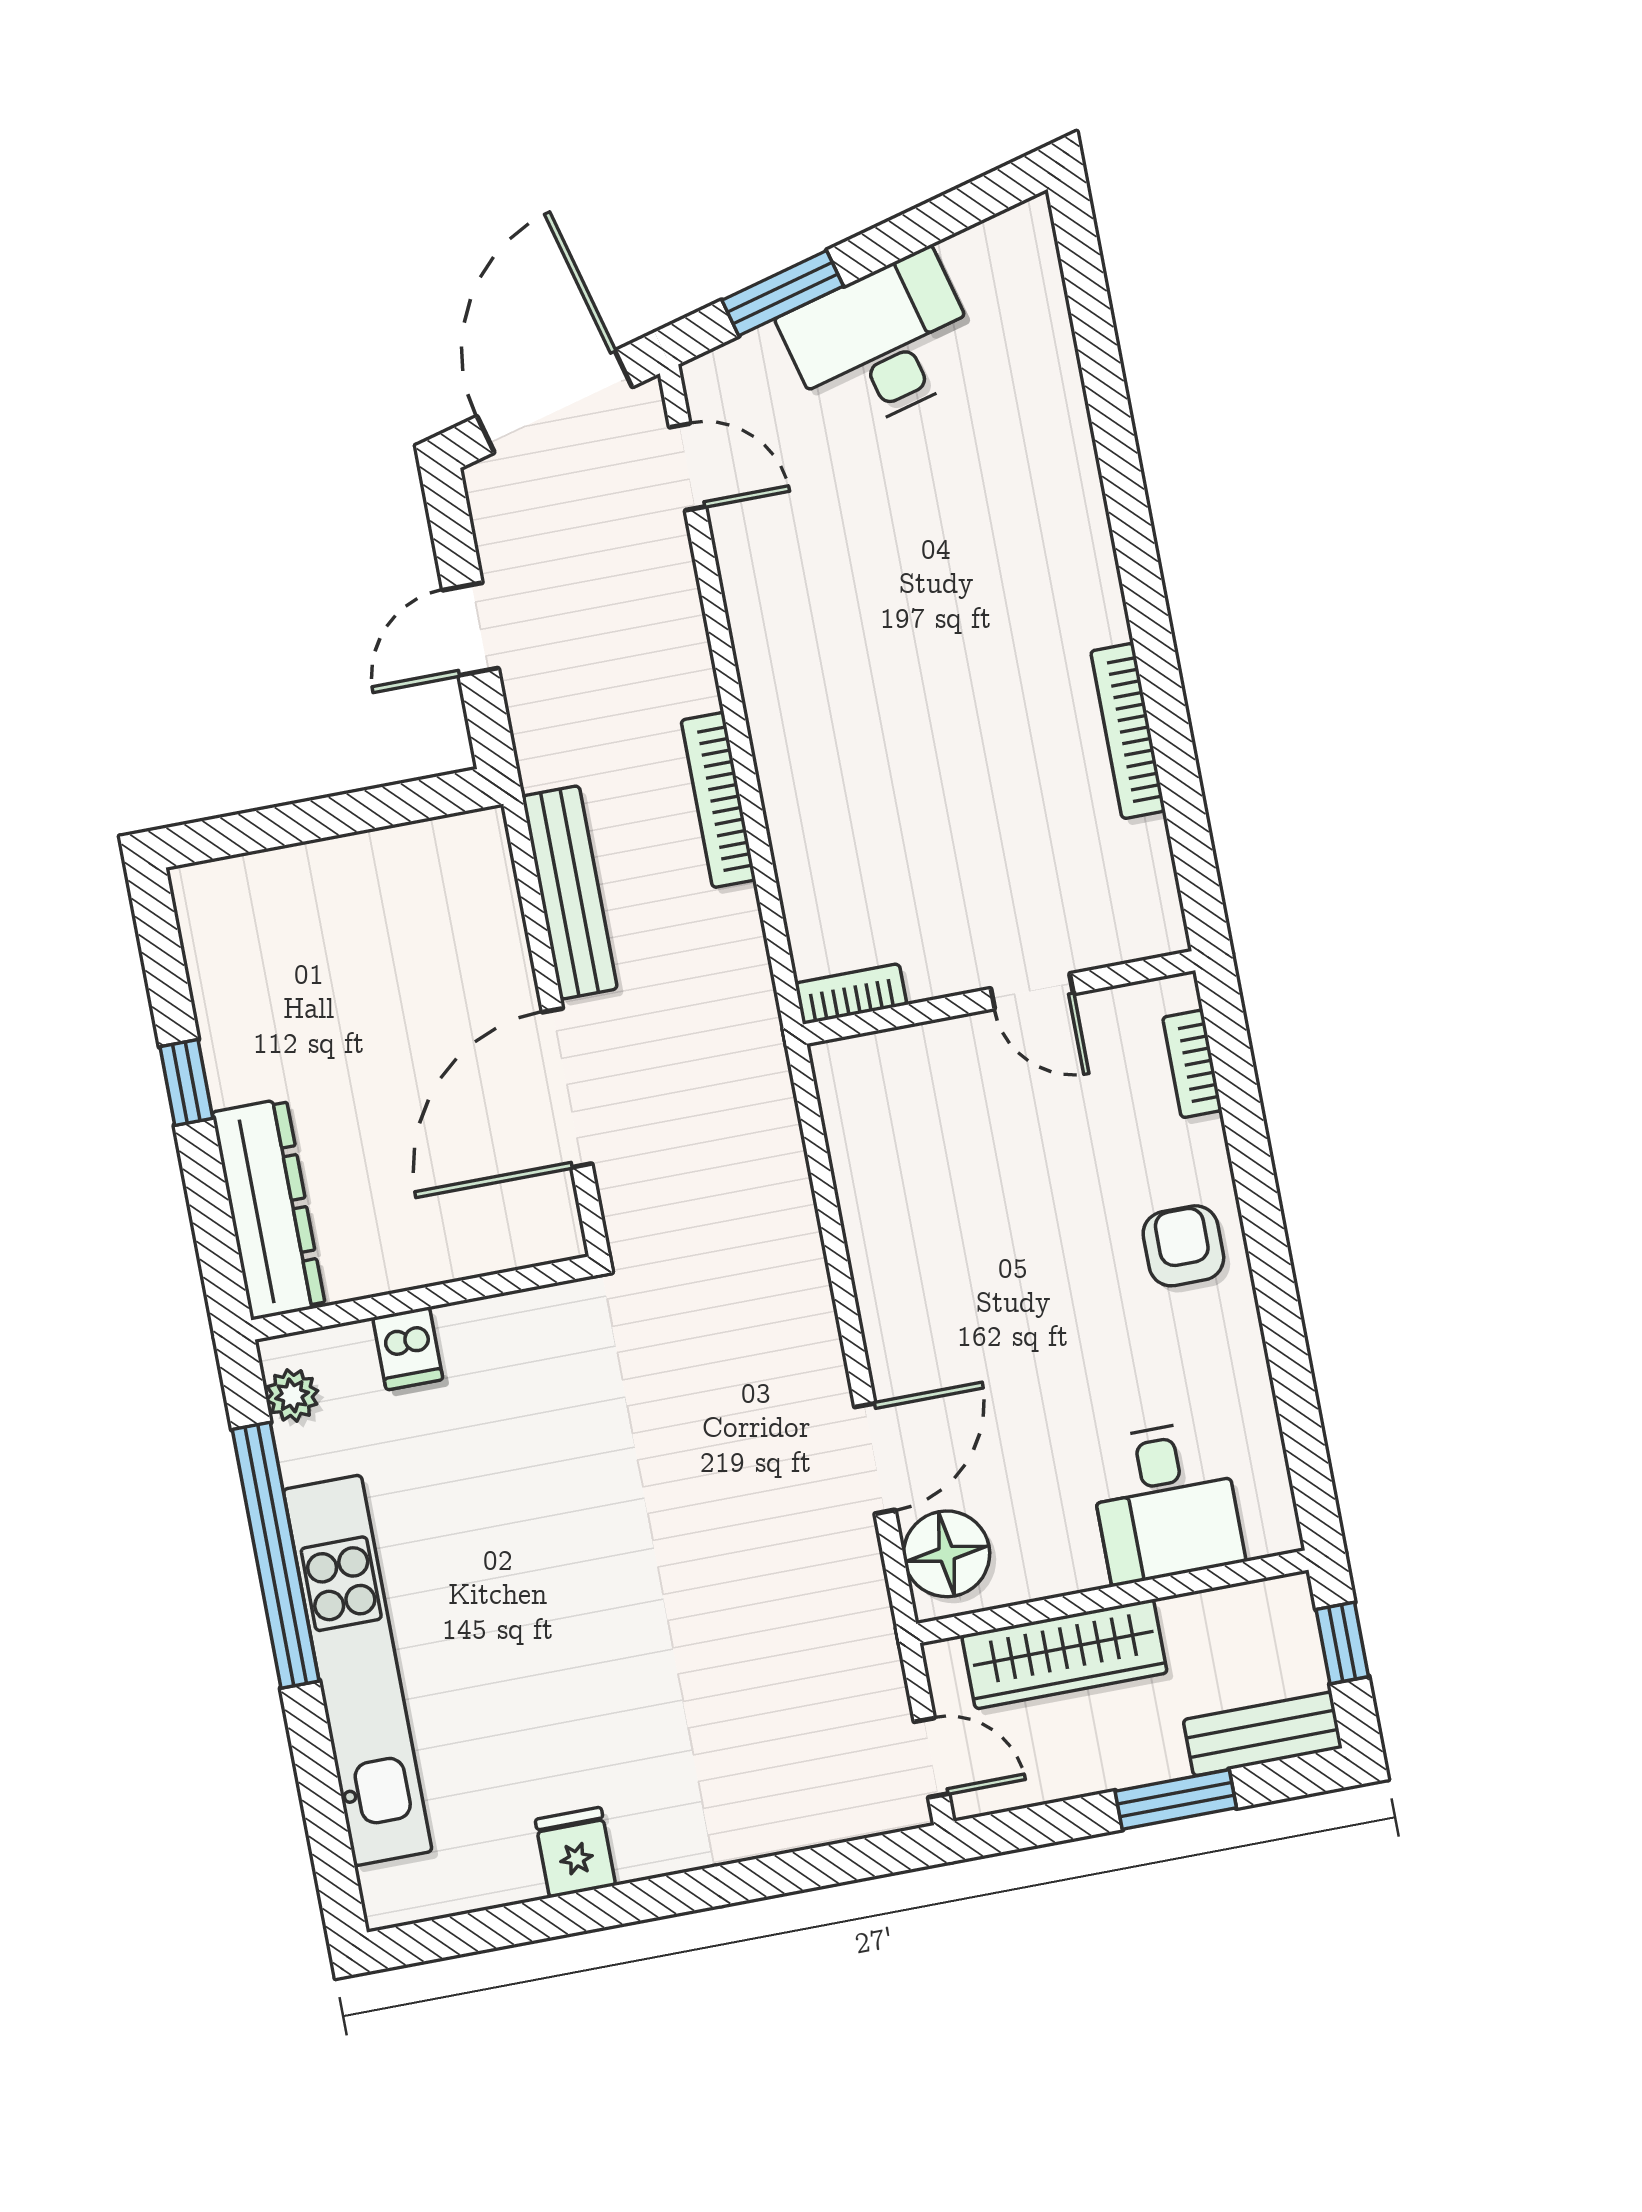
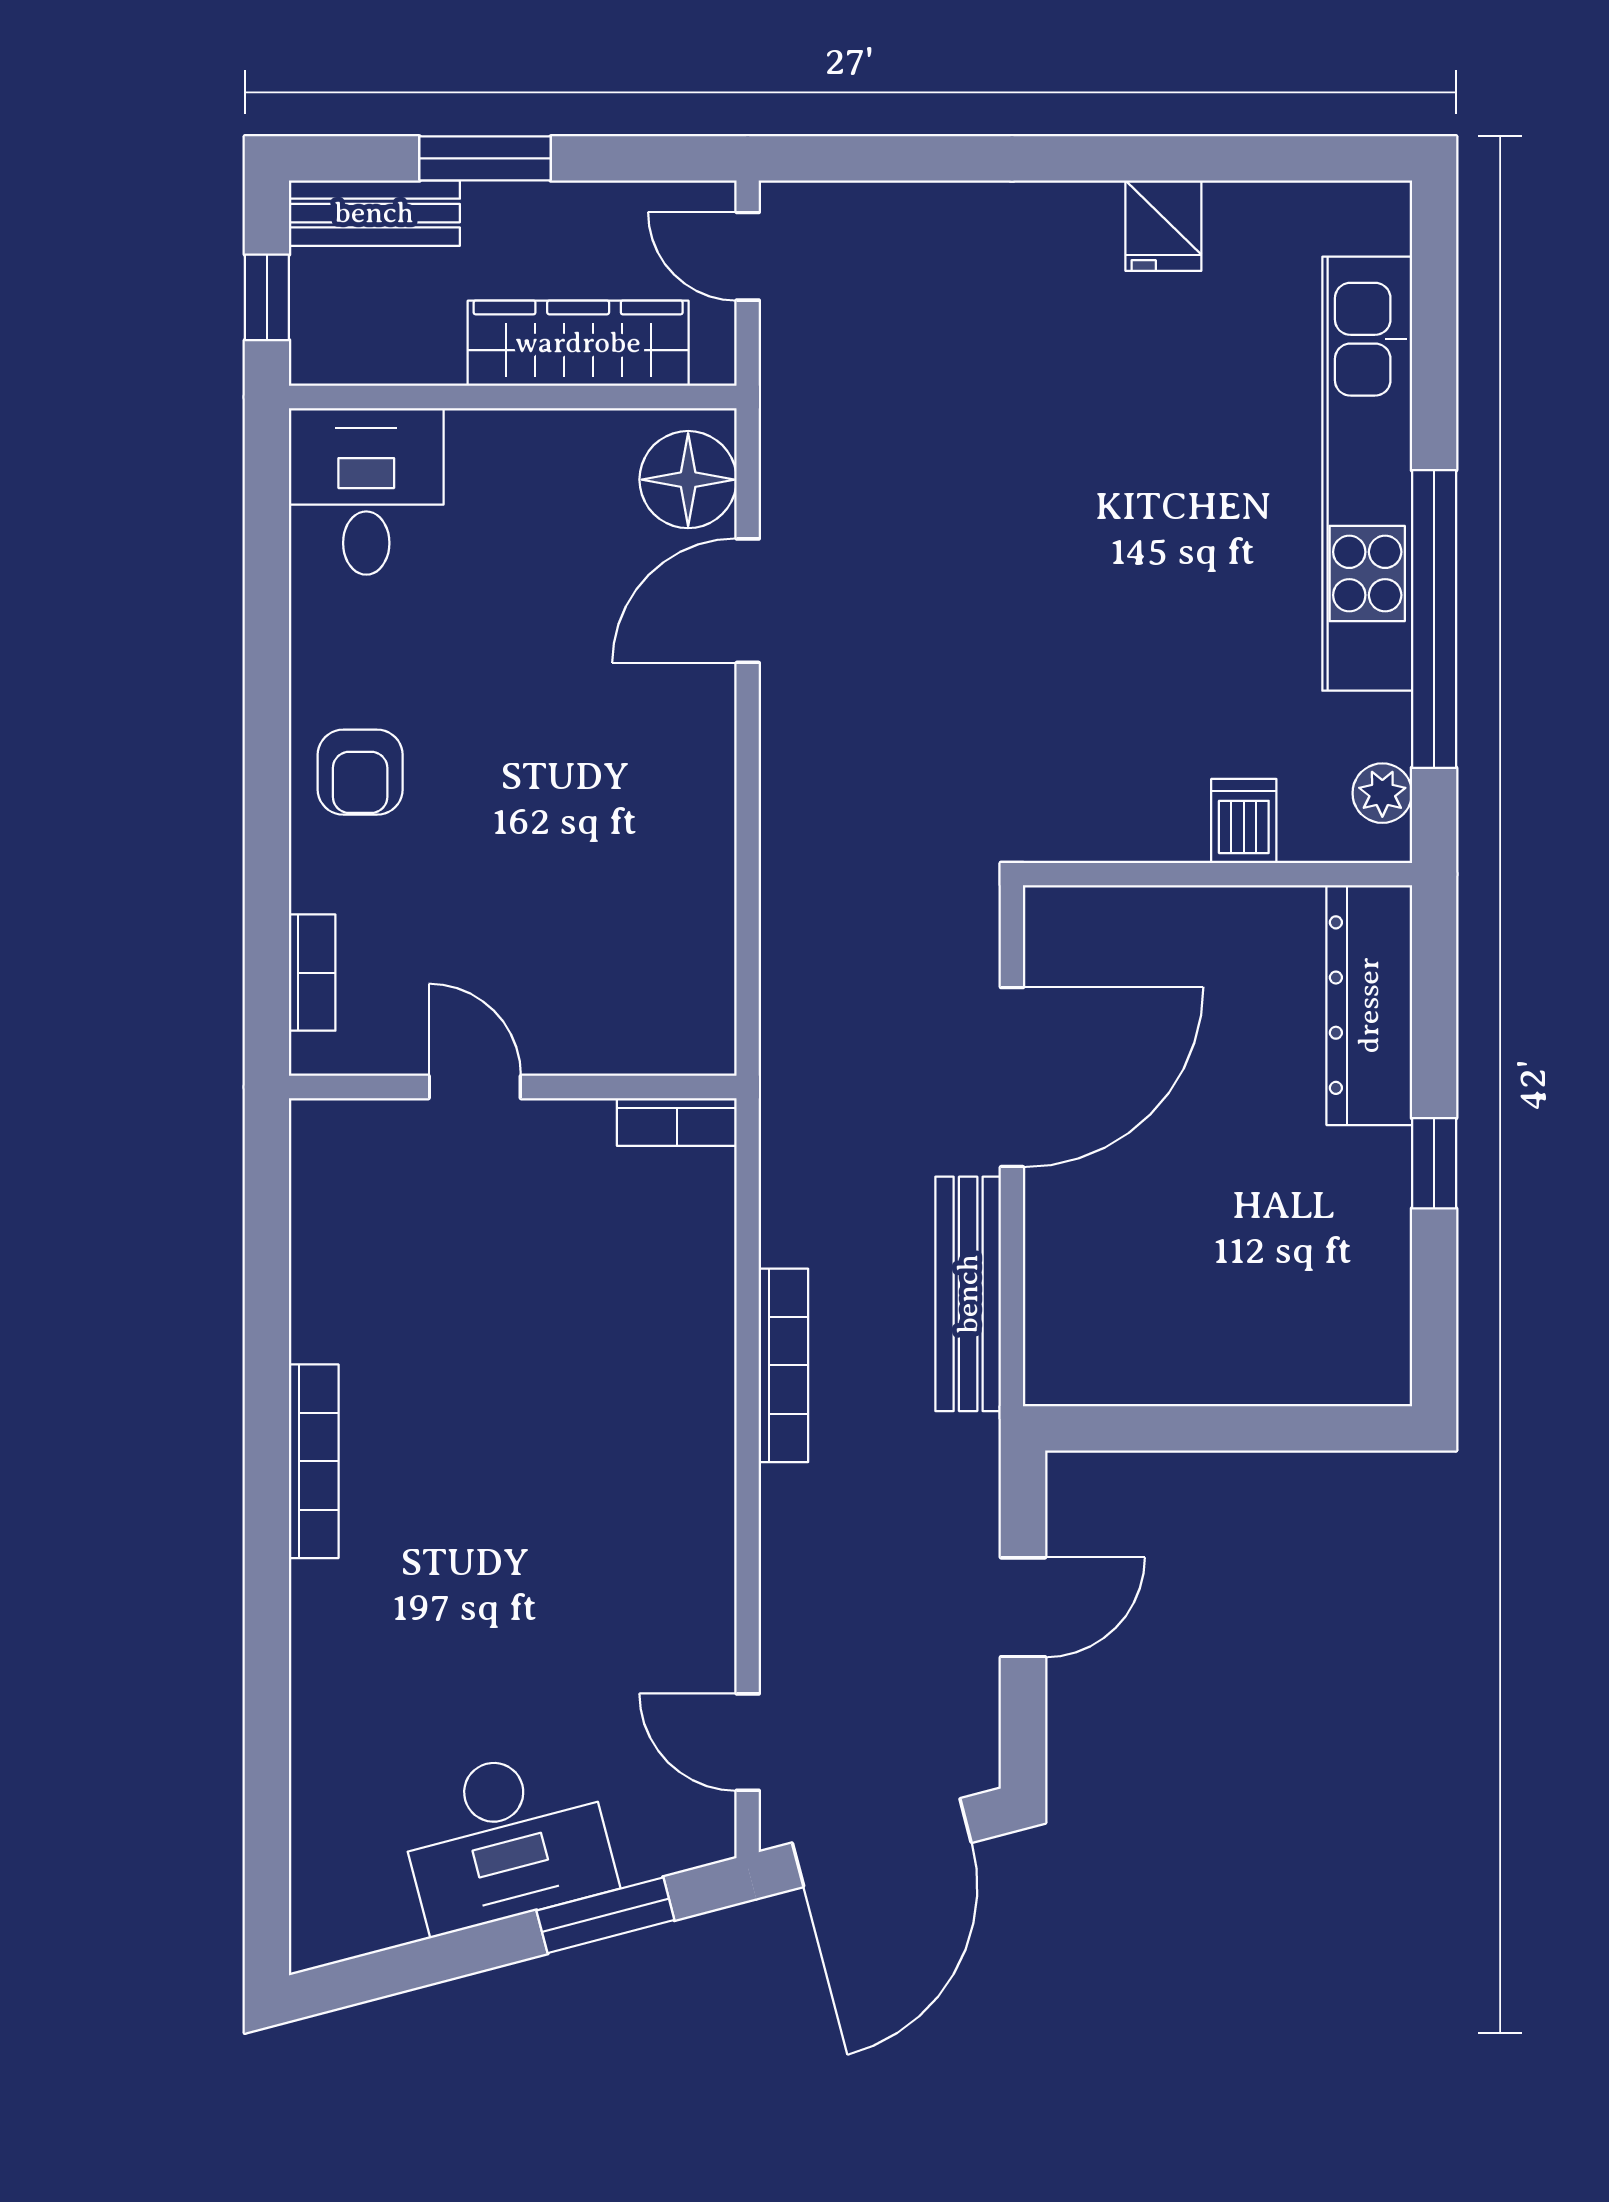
bookcase: (1128, 731) -> (314, 1461), moved
desk: (1165, 1502) -> (366, 491), moved

